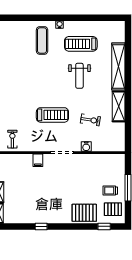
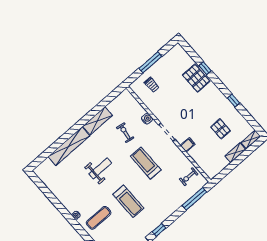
treadmill: (81, 44) -> (128, 201), moved
trolley: (110, 191) -> (152, 85), moved
pallet: (113, 209) -> (221, 129), moved
window: (104, 226) -> (205, 68), moved

